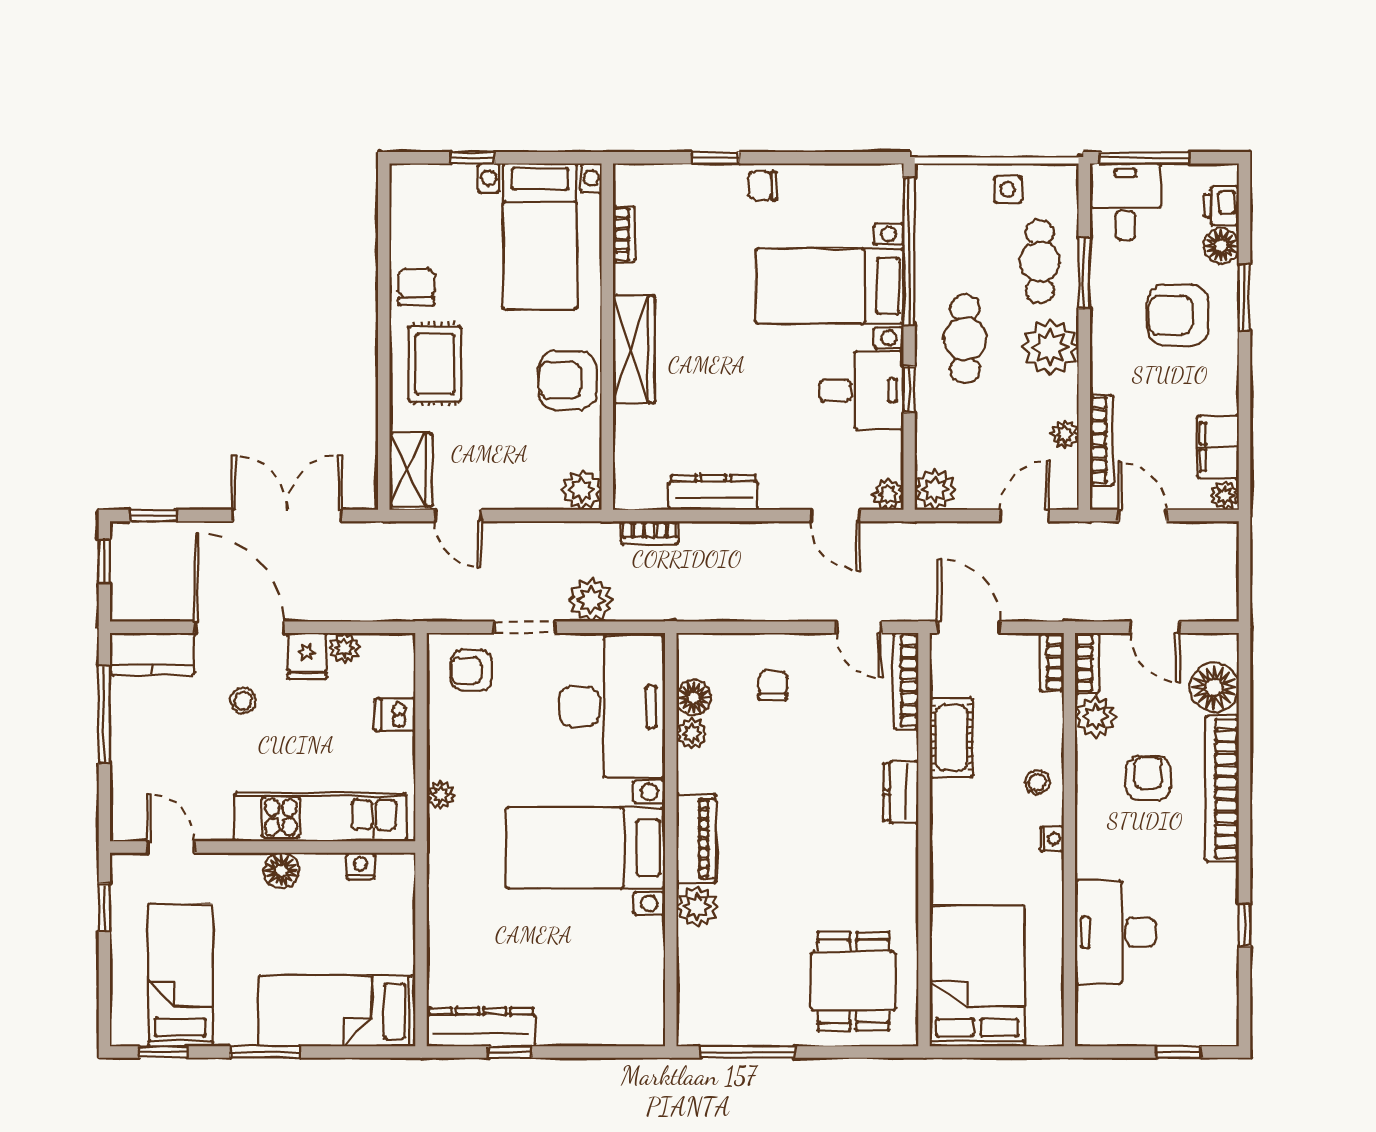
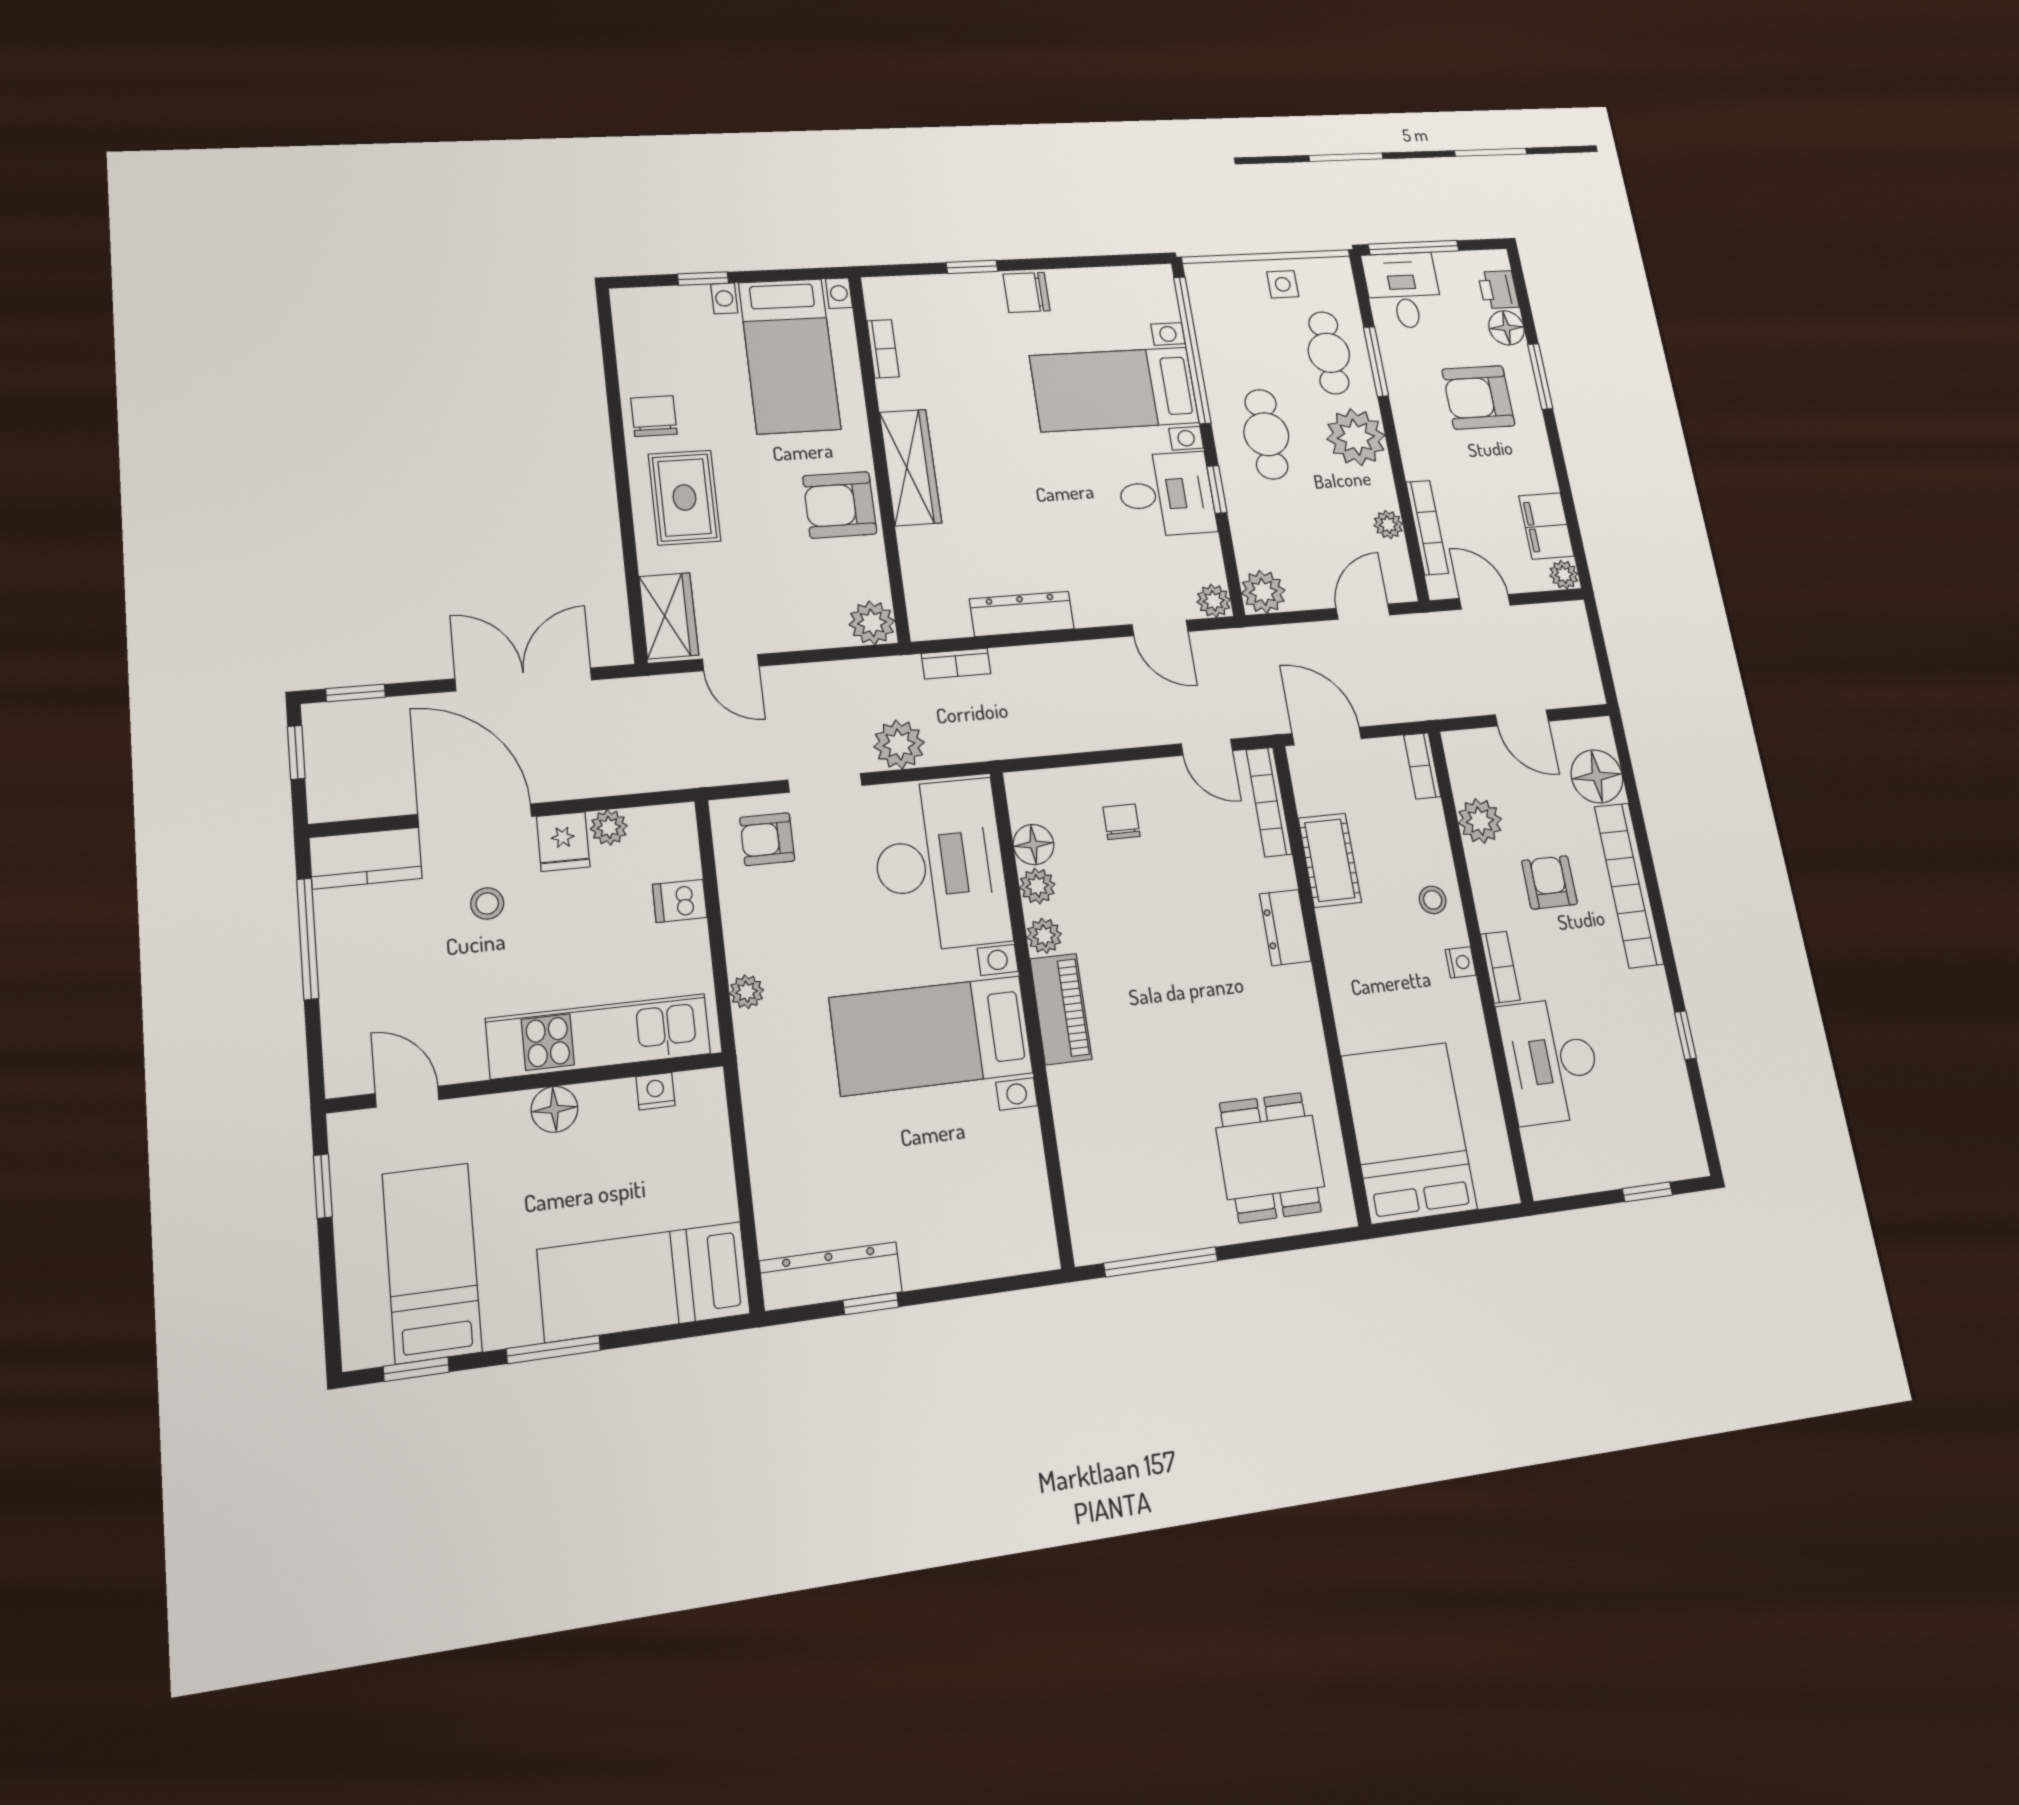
chair: (763, 186) -> (1027, 292), width x1.37, depth x1.37
bookcase: (1087, 663) -> (1500, 967), moved
plant: (697, 907) -> (1044, 936), moved, width x0.73, depth x0.73

